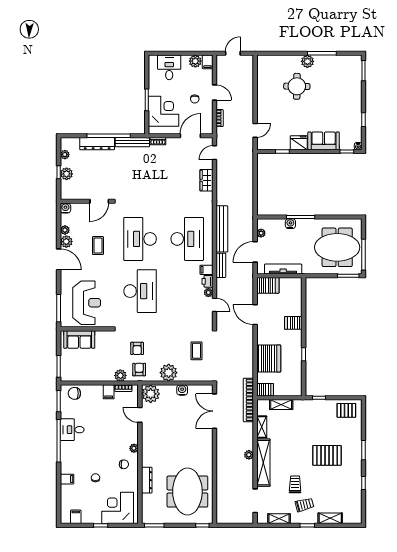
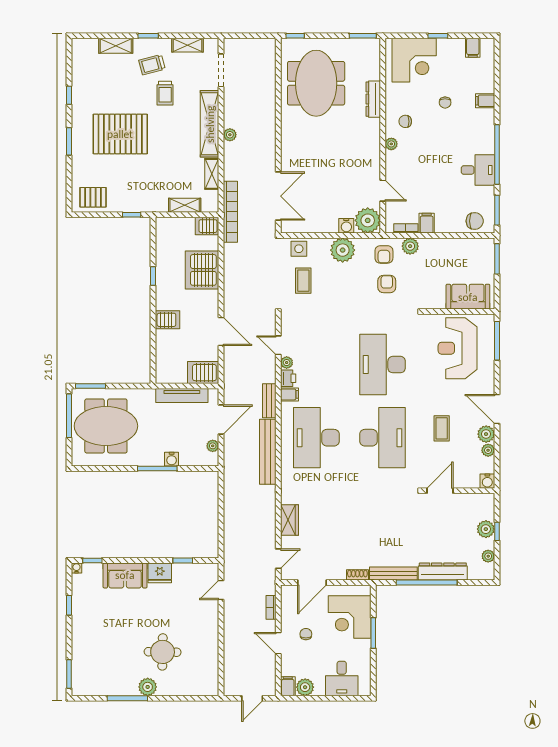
side table: (200, 374) -> (299, 249), added
water cooler: (182, 390) -> (346, 226), moved
pallet: (327, 455) -> (120, 134), width x1.37, depth x1.41

